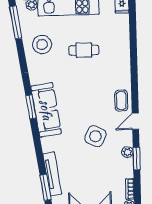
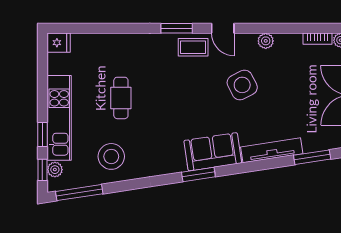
sofa: (46, 110) -> (213, 152), width x0.73
side table: (95, 136) -> (242, 85), turned 38
window: (136, 159) -> (177, 28), moved
tv unit: (52, 174) -> (272, 150), moved

